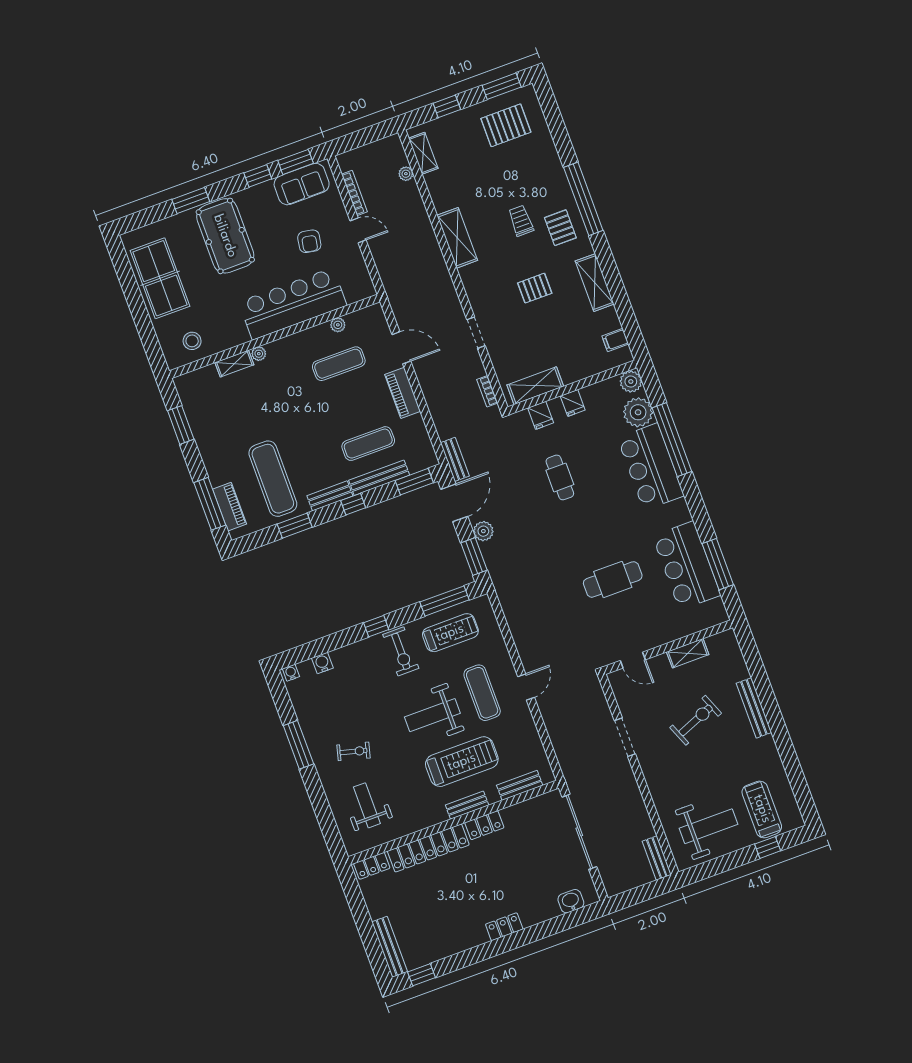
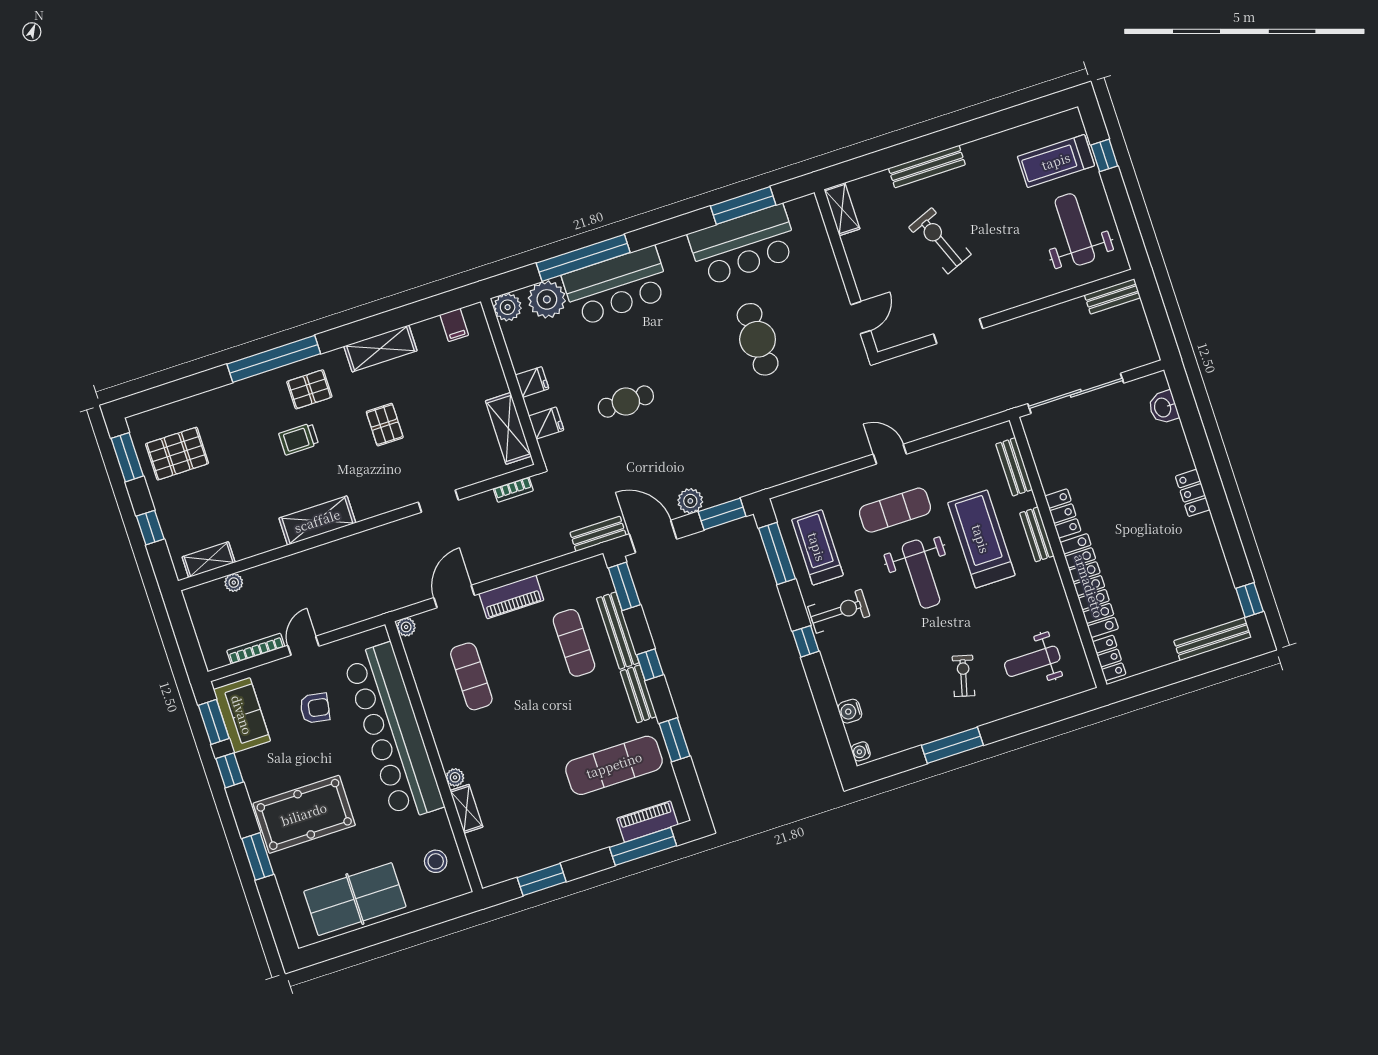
pallet: (506, 125) -> (177, 454), turned 90
bar counter: (293, 304) -> (393, 732), width x1.36
plant: (338, 325) -> (406, 627), moved
shelving: (688, 653) -> (842, 209), moved

